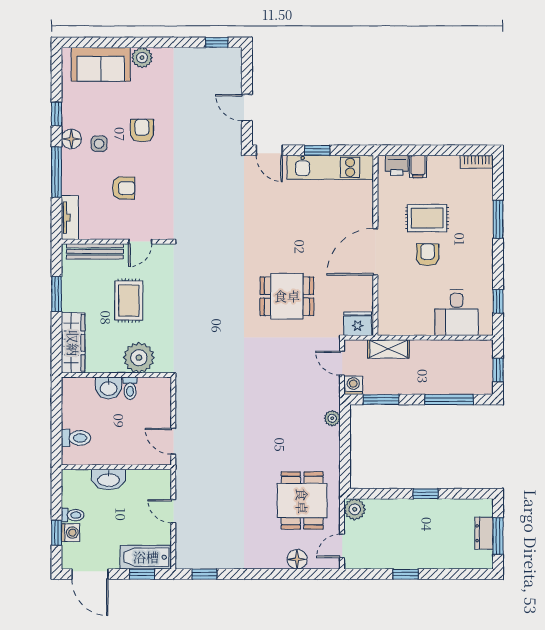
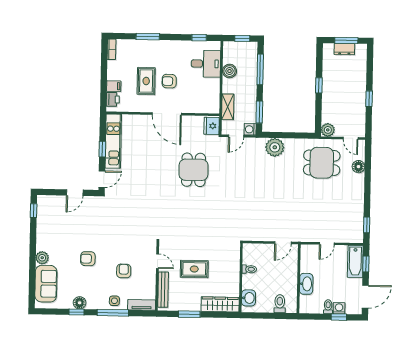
floor lamp: (71, 139) -> (80, 303), moved
side table: (99, 144) -> (114, 301), moved
boiler: (446, 351) -> (230, 71), added
plant: (139, 358) -> (230, 263), removed
washbasin: (109, 388) -> (249, 298), moved
plant: (332, 418) -> (275, 147), width x1.88, depth x1.88

